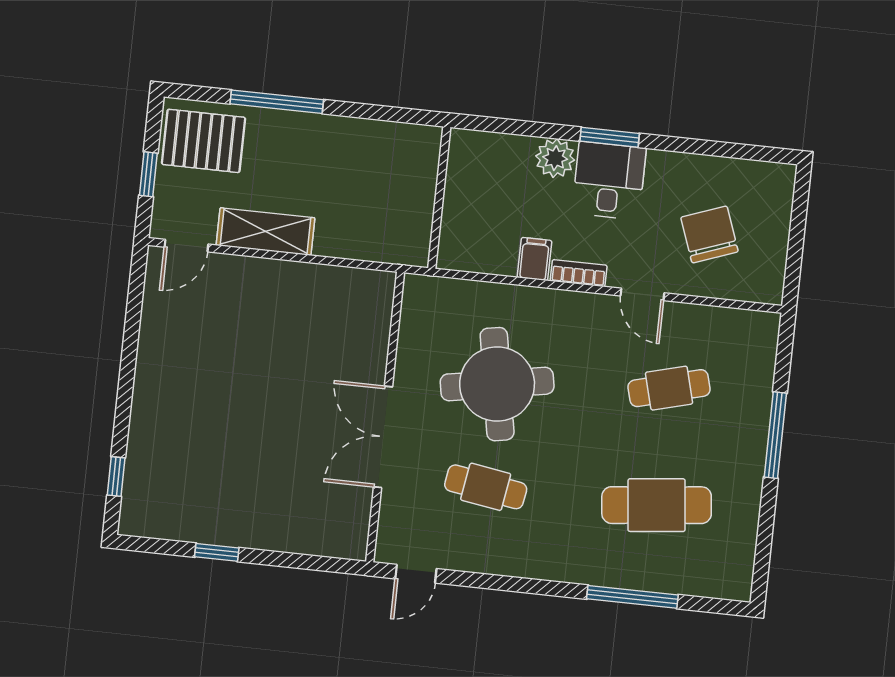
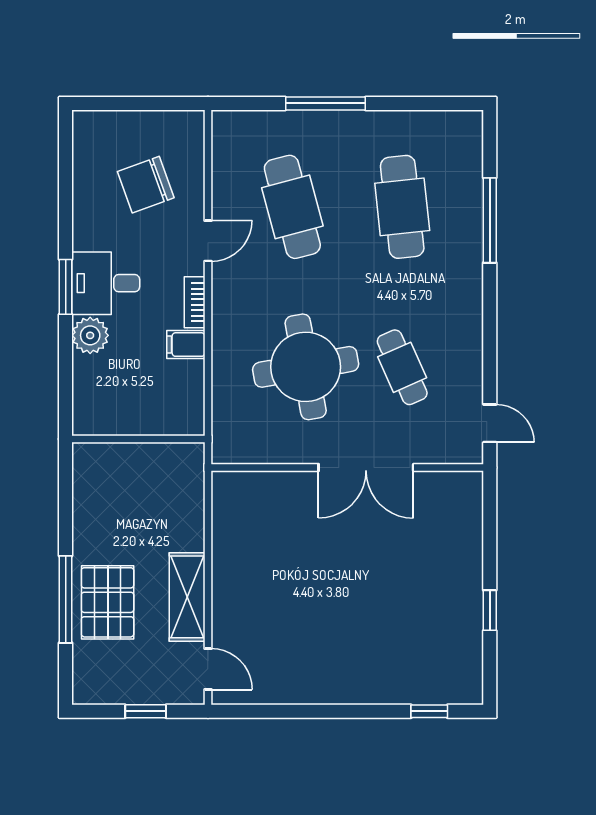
pallet: (204, 141) -> (108, 602), moved
cafe table: (669, 388) -> (292, 207), width x1.37, depth x1.35
cafe table: (486, 487) -> (402, 367), turned -33

